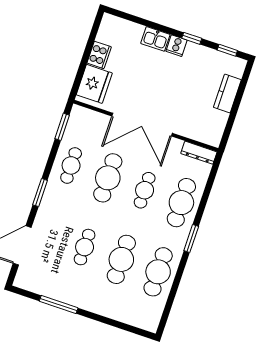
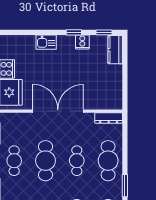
cooker: (177, 46) -> (82, 42), moved
kitchen counter: (227, 93) -> (115, 50), moved
double door: (142, 125) -> (58, 111), swing flipped

